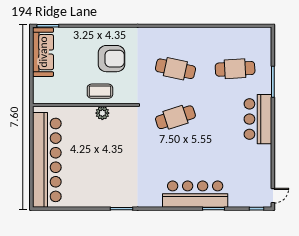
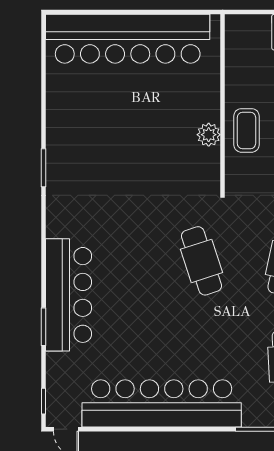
bar counter: (258, 119) -> (162, 403), width x1.86

